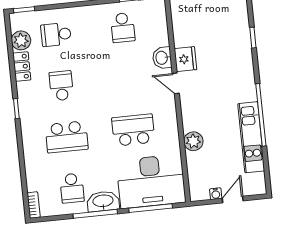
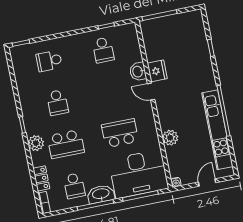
plant: (21, 40) -> (36, 143), moved
locker: (22, 67) -> (41, 178), moved
school desk: (61, 86) -> (57, 103), turned 180
kitchen unit: (251, 137) -> (217, 130), width x1.36
water cooler: (216, 194) -> (176, 182), moved

